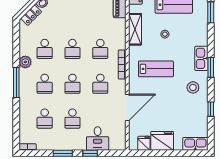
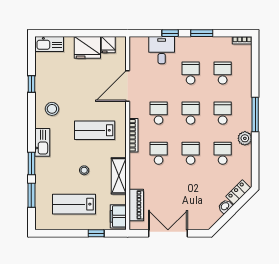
window: (211, 67) -> (31, 163), moved

